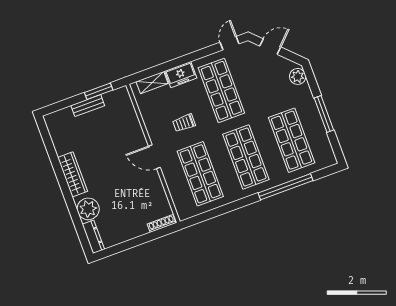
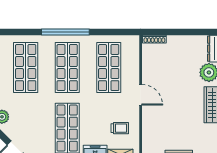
trolley: (184, 123) -> (120, 128), moved
window: (286, 187) -> (65, 32), moved

